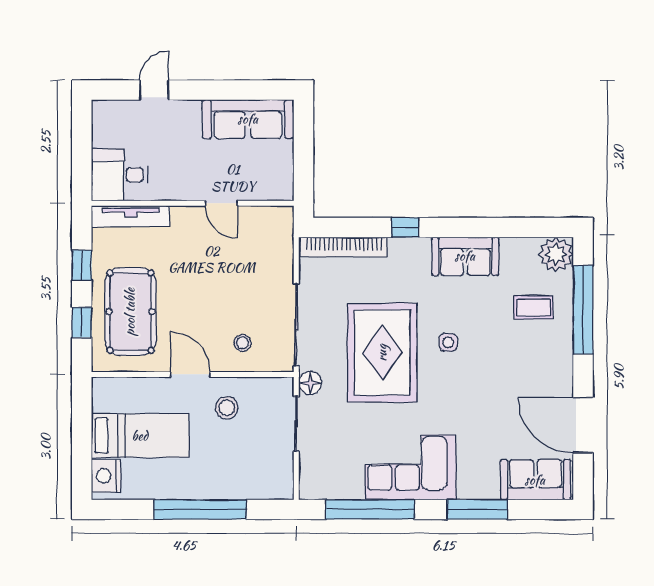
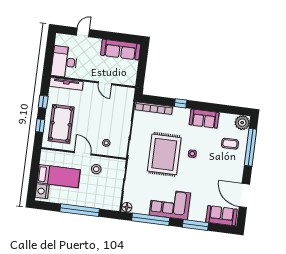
desk: (119, 175) -> (64, 62), width x1.37
floor lamp: (310, 383) -> (127, 207), moved

